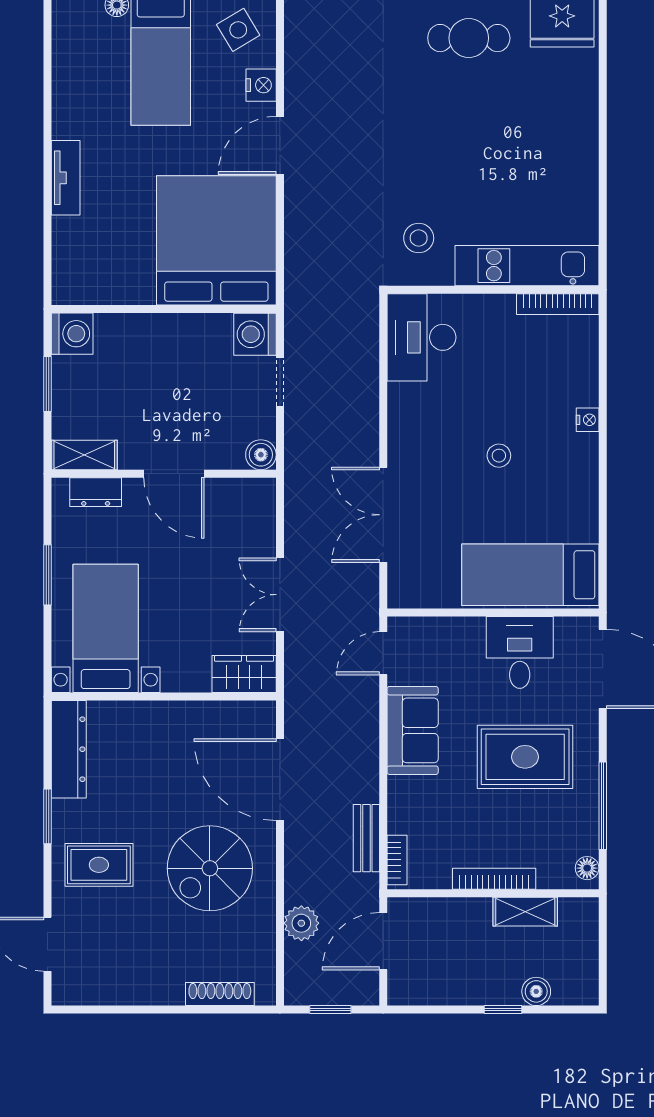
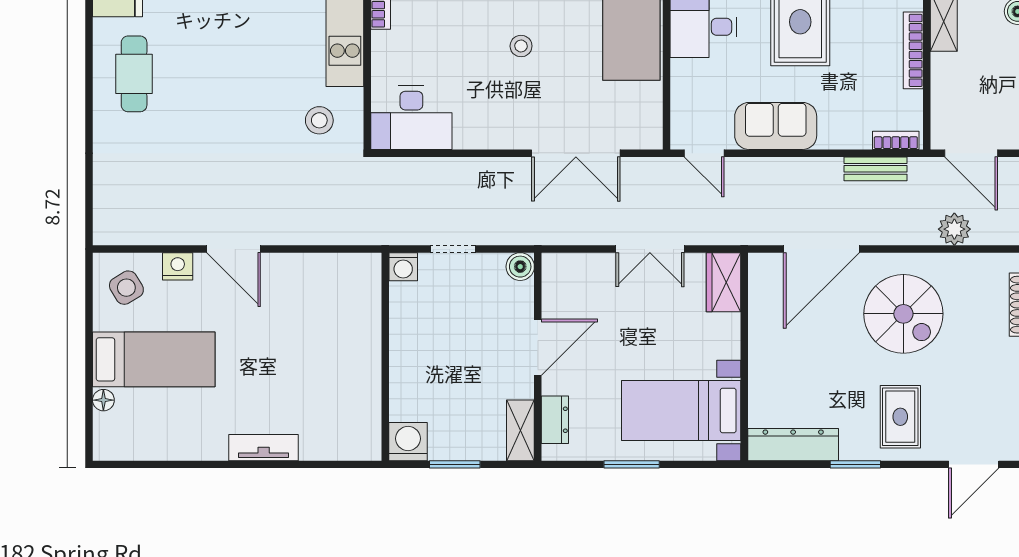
bed: (216, 240) -> (322, 308), removed
washing machine: (255, 334) -> (403, 267), width x0.73, depth x0.73

